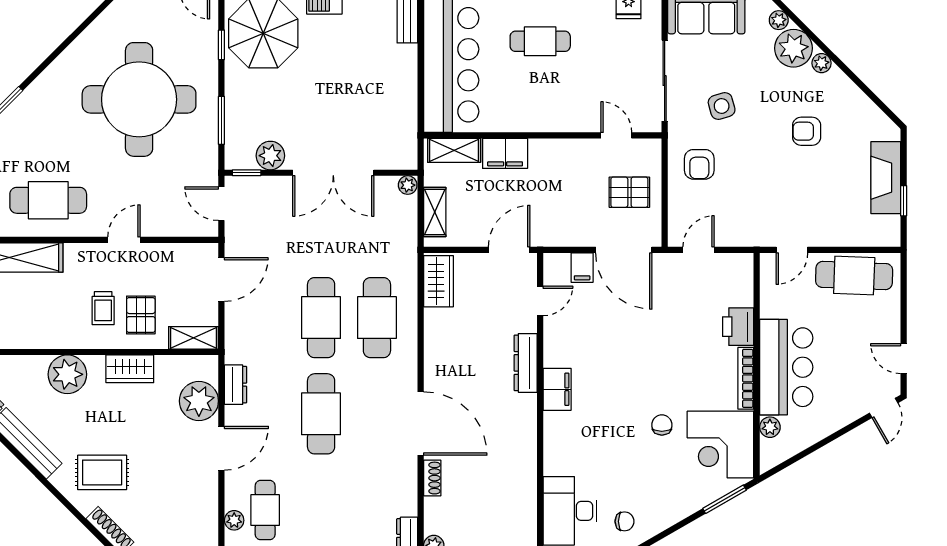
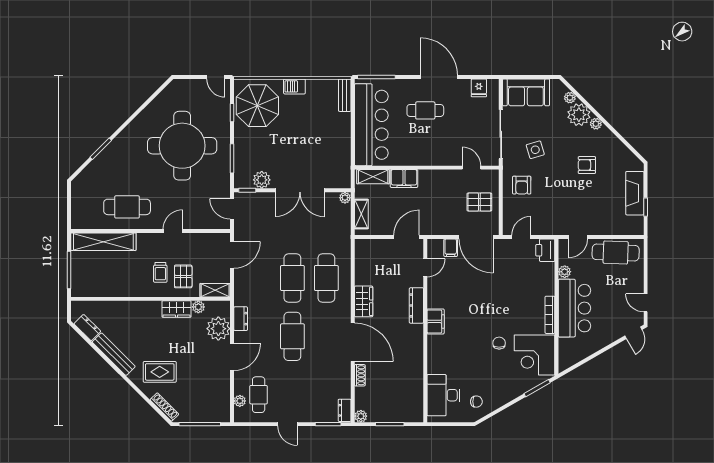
wardrobe: (438, 281) -> (364, 301), moved
printer: (738, 327) -> (545, 250), moved
plant: (67, 374) -> (198, 307), moved, width x0.53, depth x0.53
plant: (770, 427) -> (565, 272), moved

